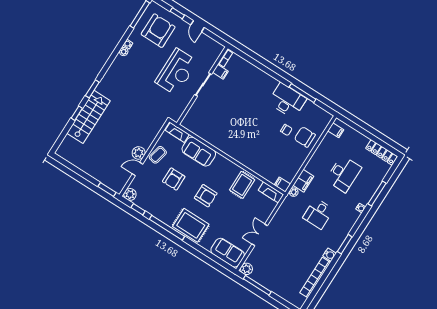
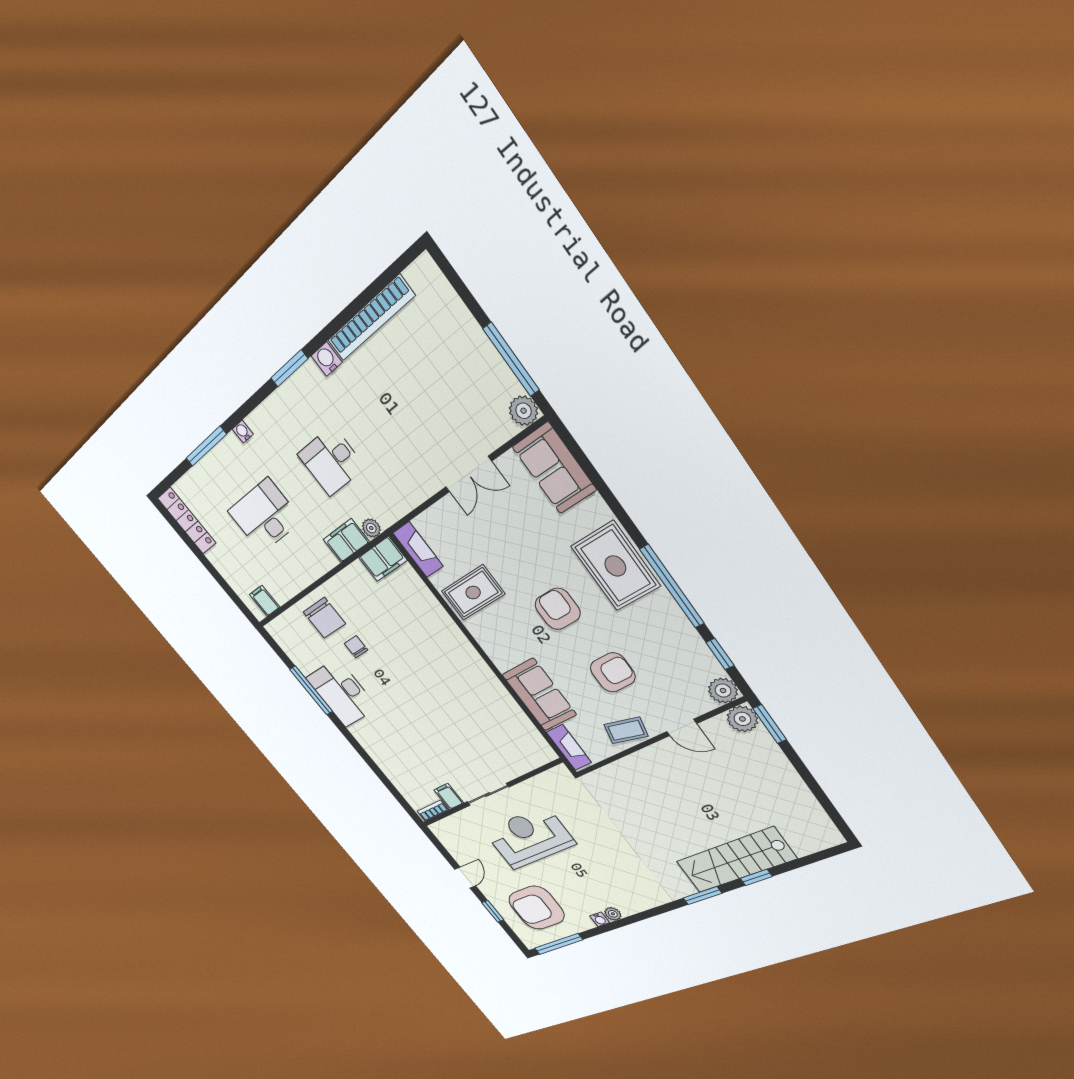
plant: (139, 153) -> (742, 719), moved
filing cabinet: (282, 185) -> (383, 559), width x2.00
desk: (318, 214) -> (331, 461), turned 180

